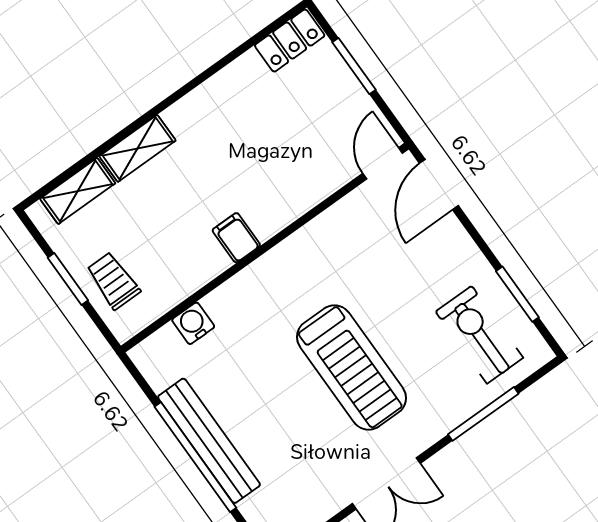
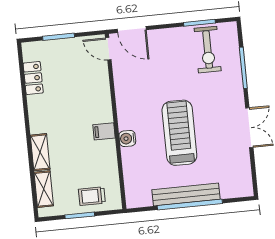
locker: (290, 40) -> (33, 78), moved
water cooler: (193, 323) -> (127, 139), moved
exercise bike: (479, 335) -> (208, 50), turned -90
treadmill: (351, 368) -> (179, 133), moved, turned -90

